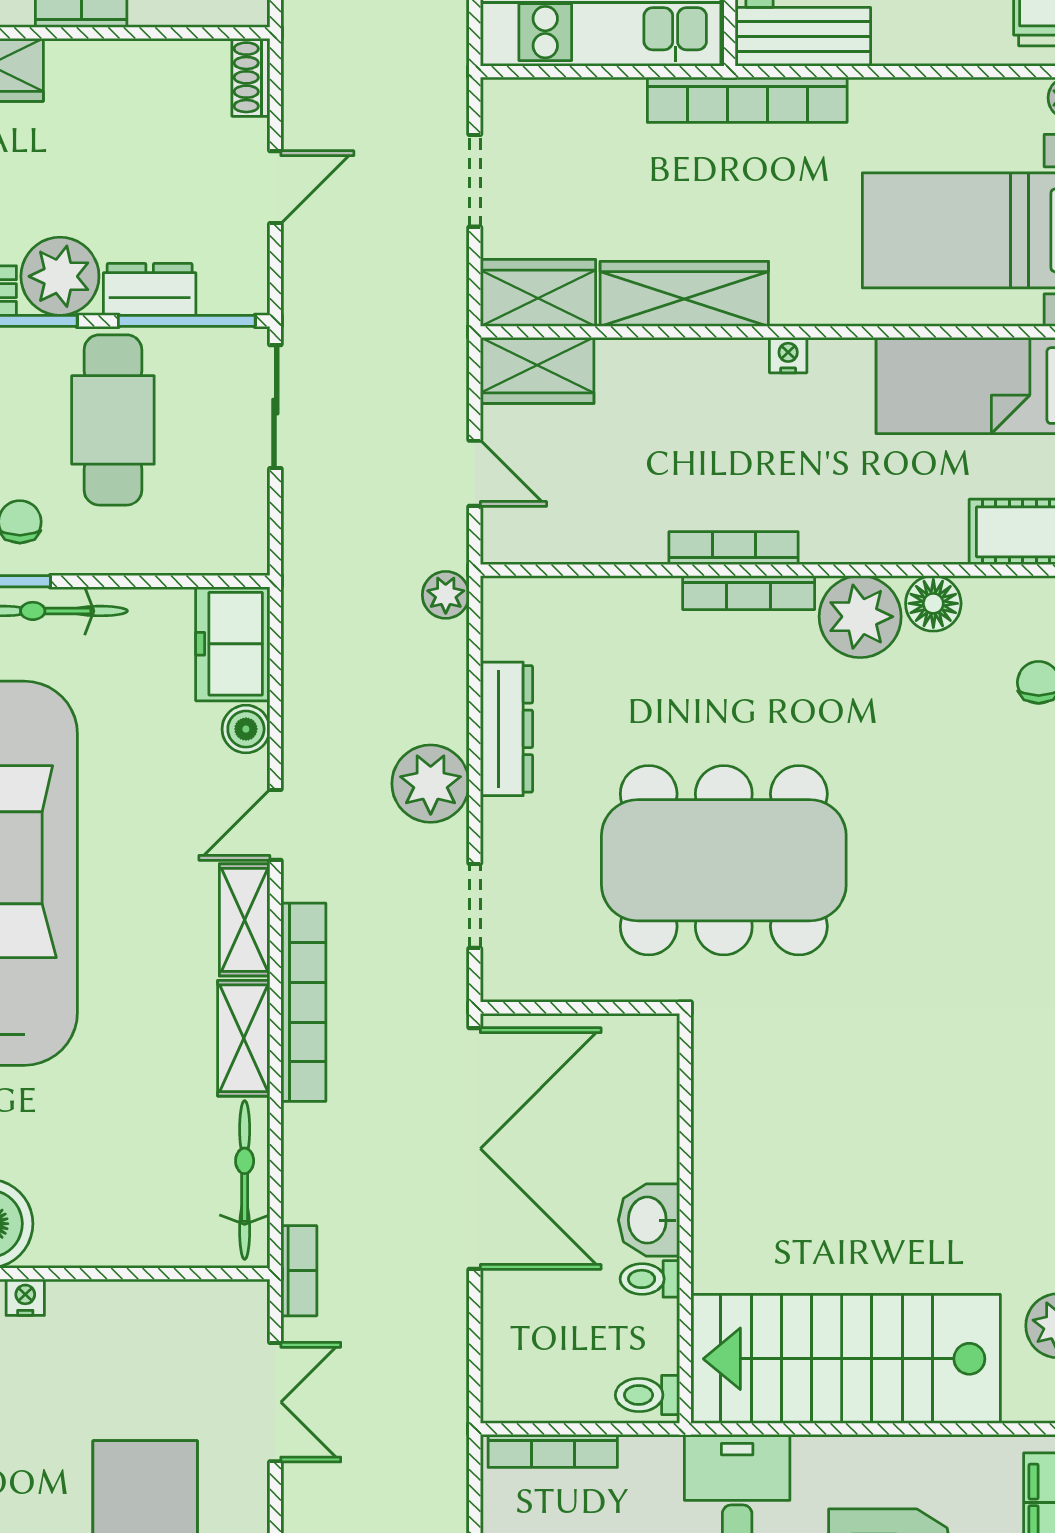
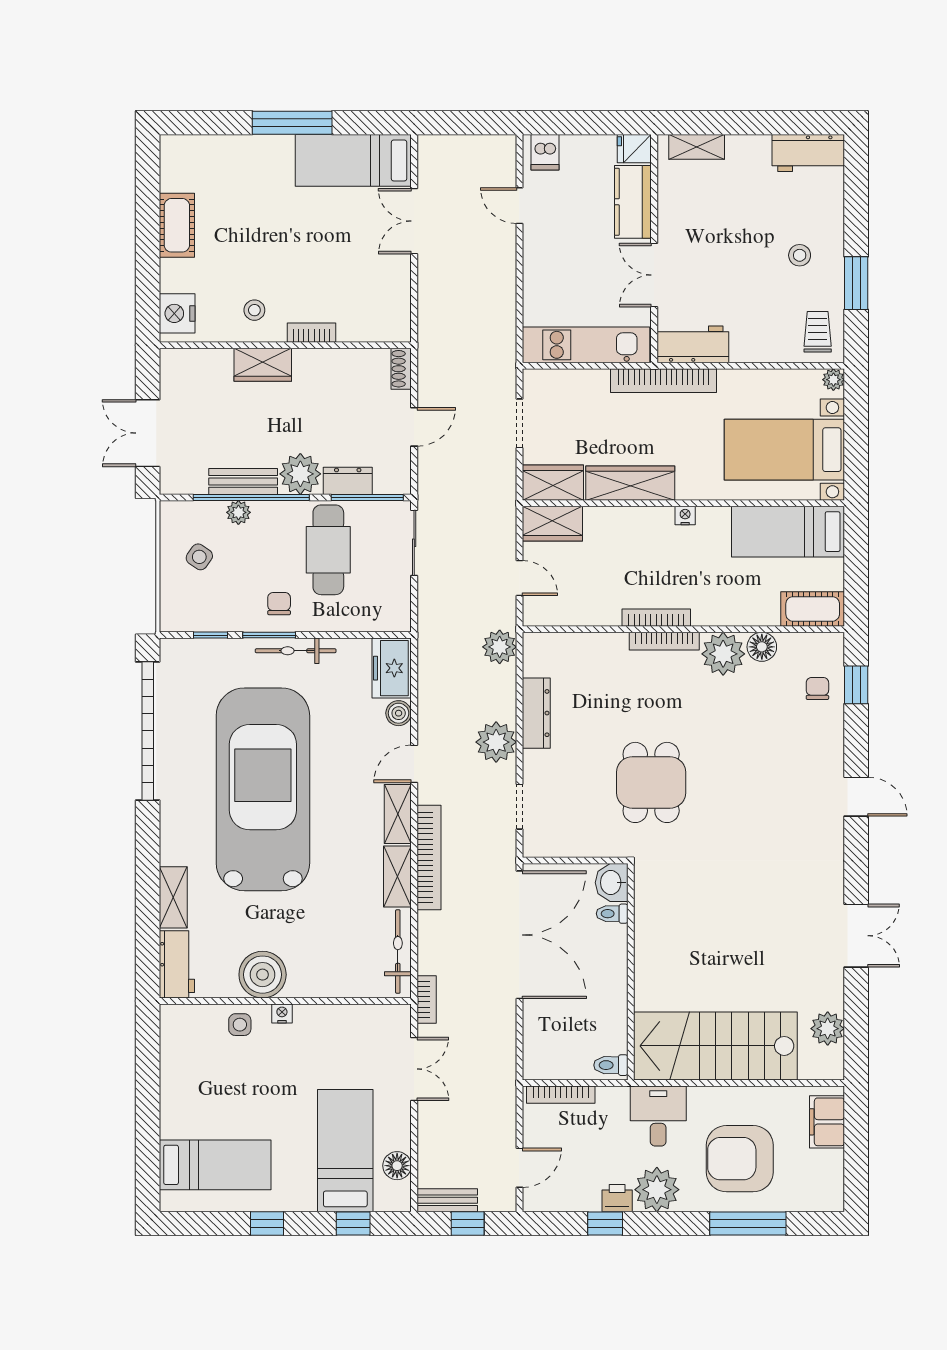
plant: (446, 595) -> (500, 647), width x1.38, depth x1.38
dining table: (724, 860) -> (651, 782), width x0.53, depth x0.80
washbasin: (649, 1220) -> (612, 883), moved
toilet: (650, 1279) -> (612, 914), moved

